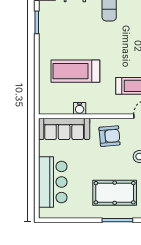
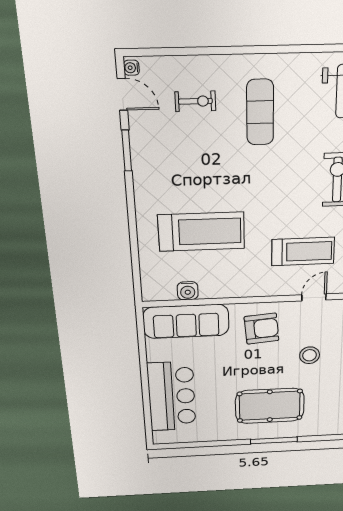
treadmill: (75, 71) -> (201, 232), turned 180
water cooler: (80, 108) -> (188, 291), moved

